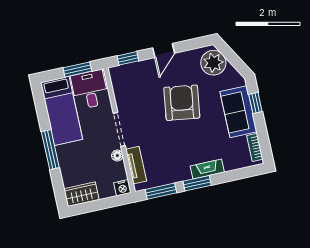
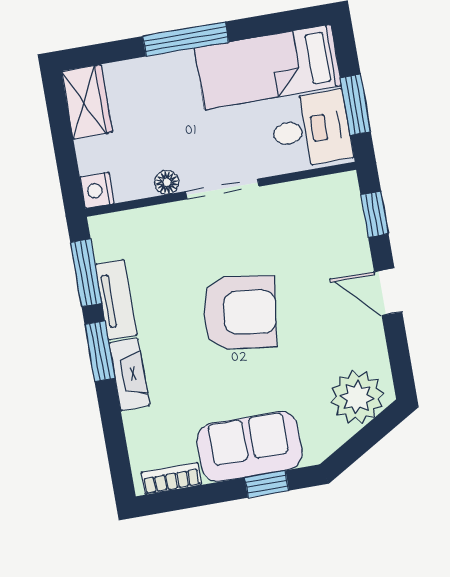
armchair: (182, 103) -> (240, 312), moved
tv unit: (136, 165) -> (116, 300), moved, turned -90

